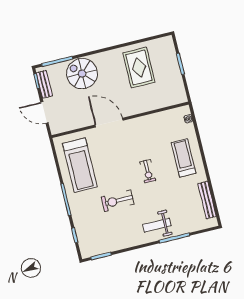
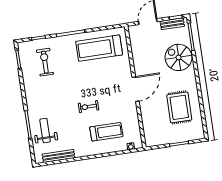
rug: (139, 68) -> (179, 107), turned 90
spiral stairs: (82, 74) -> (179, 57), turned -90
door: (109, 123) -> (136, 89), moved
treadmill: (184, 158) -> (106, 132), moved
exercise bike: (118, 201) -> (45, 62), moved
weight bench: (157, 225) -> (45, 131), moved

